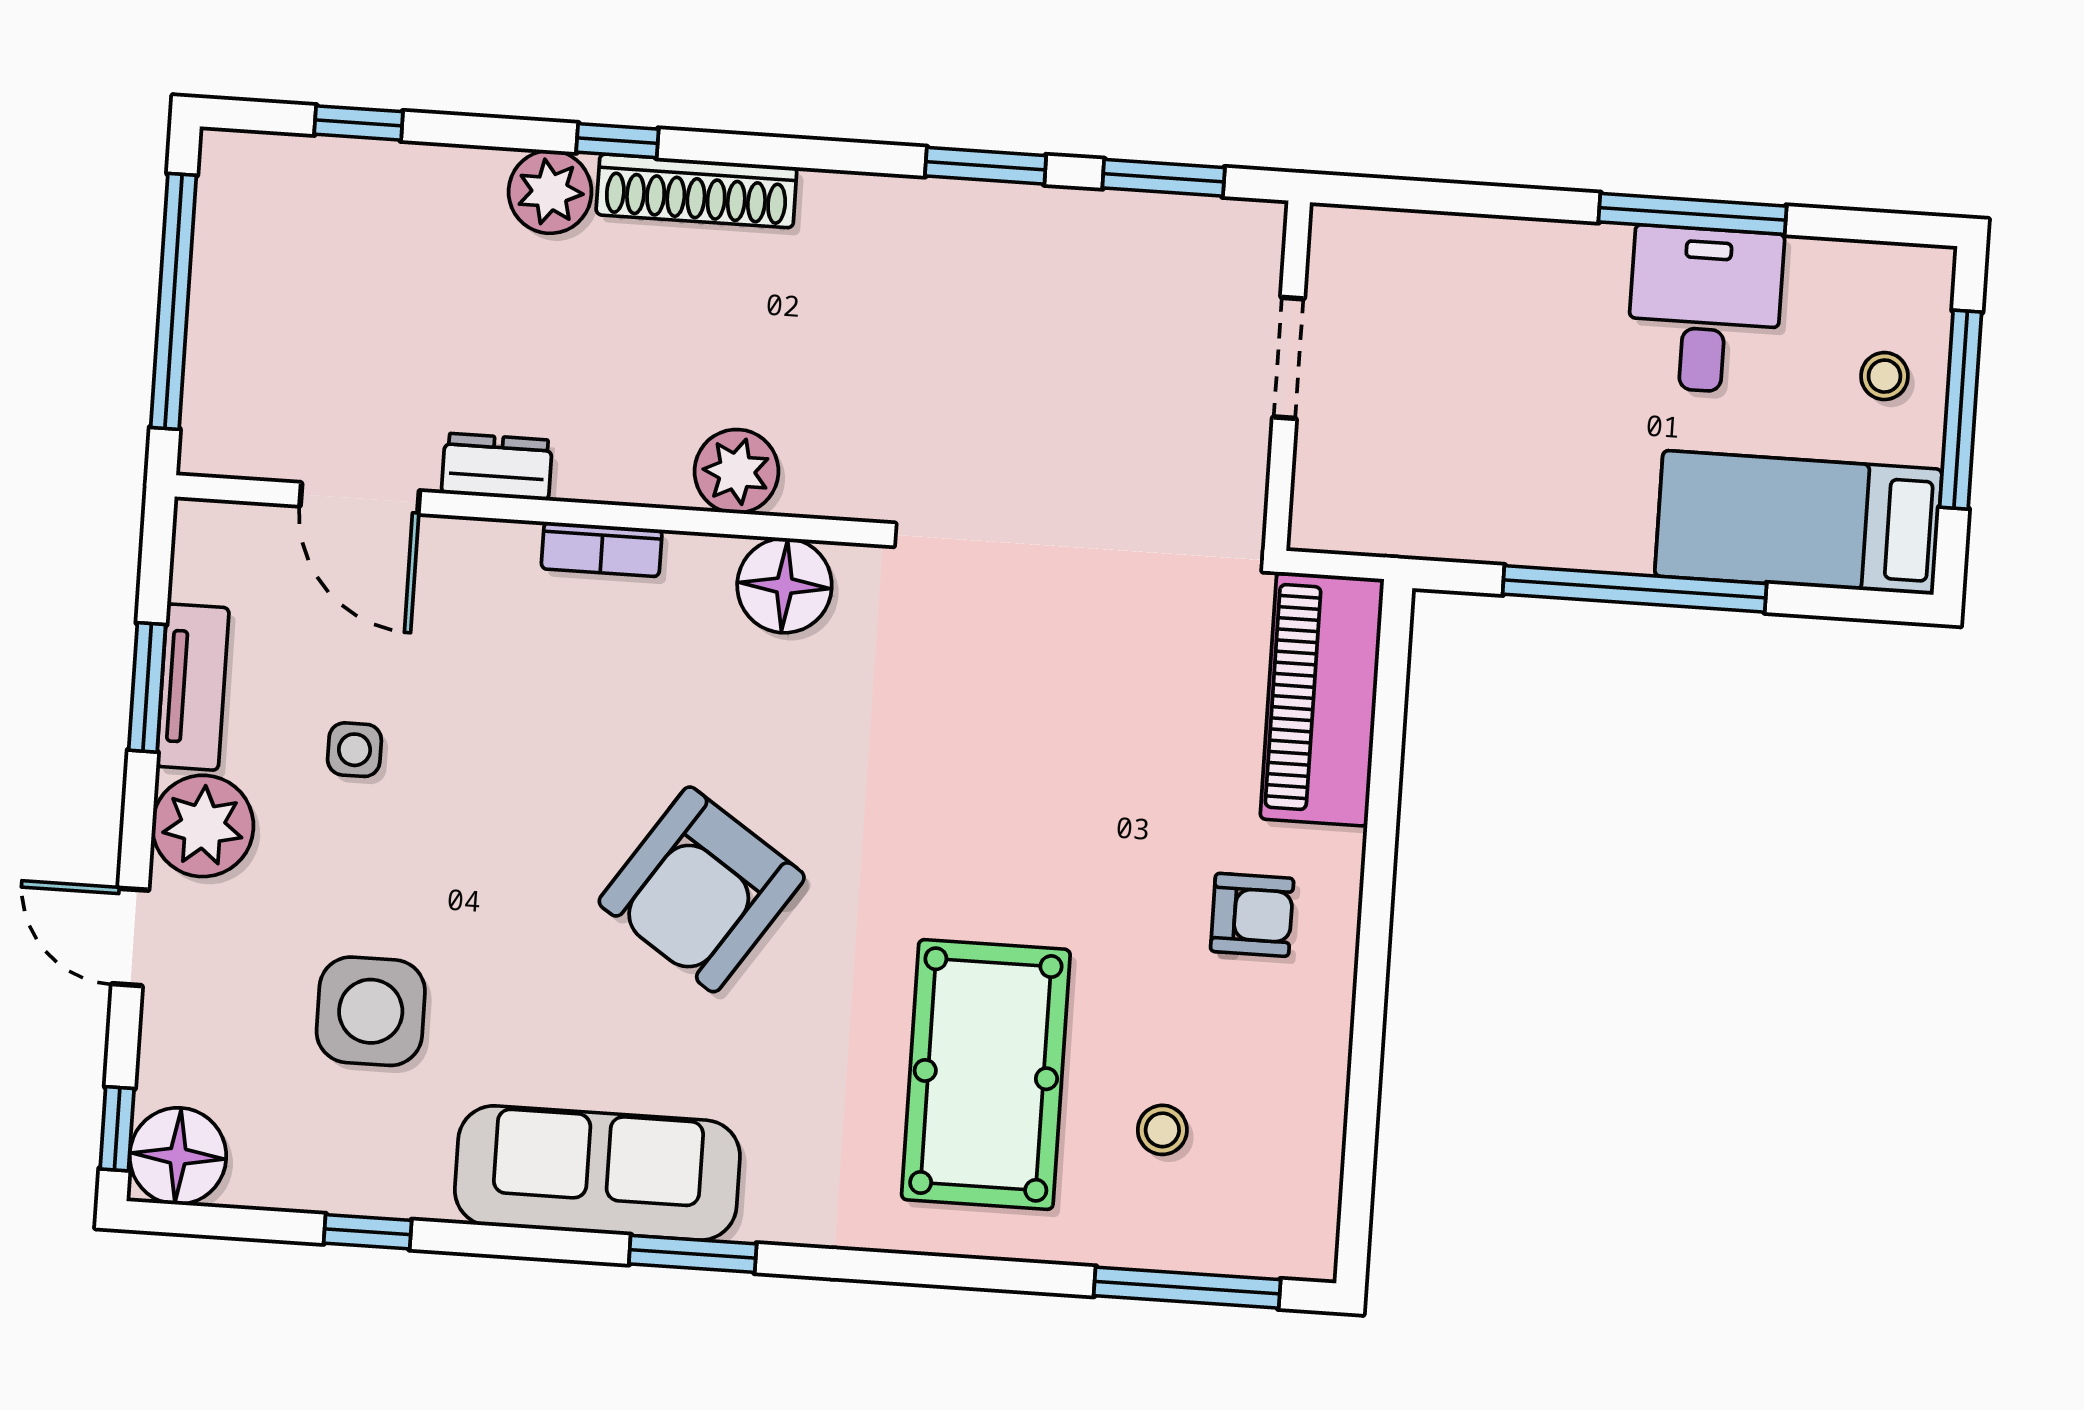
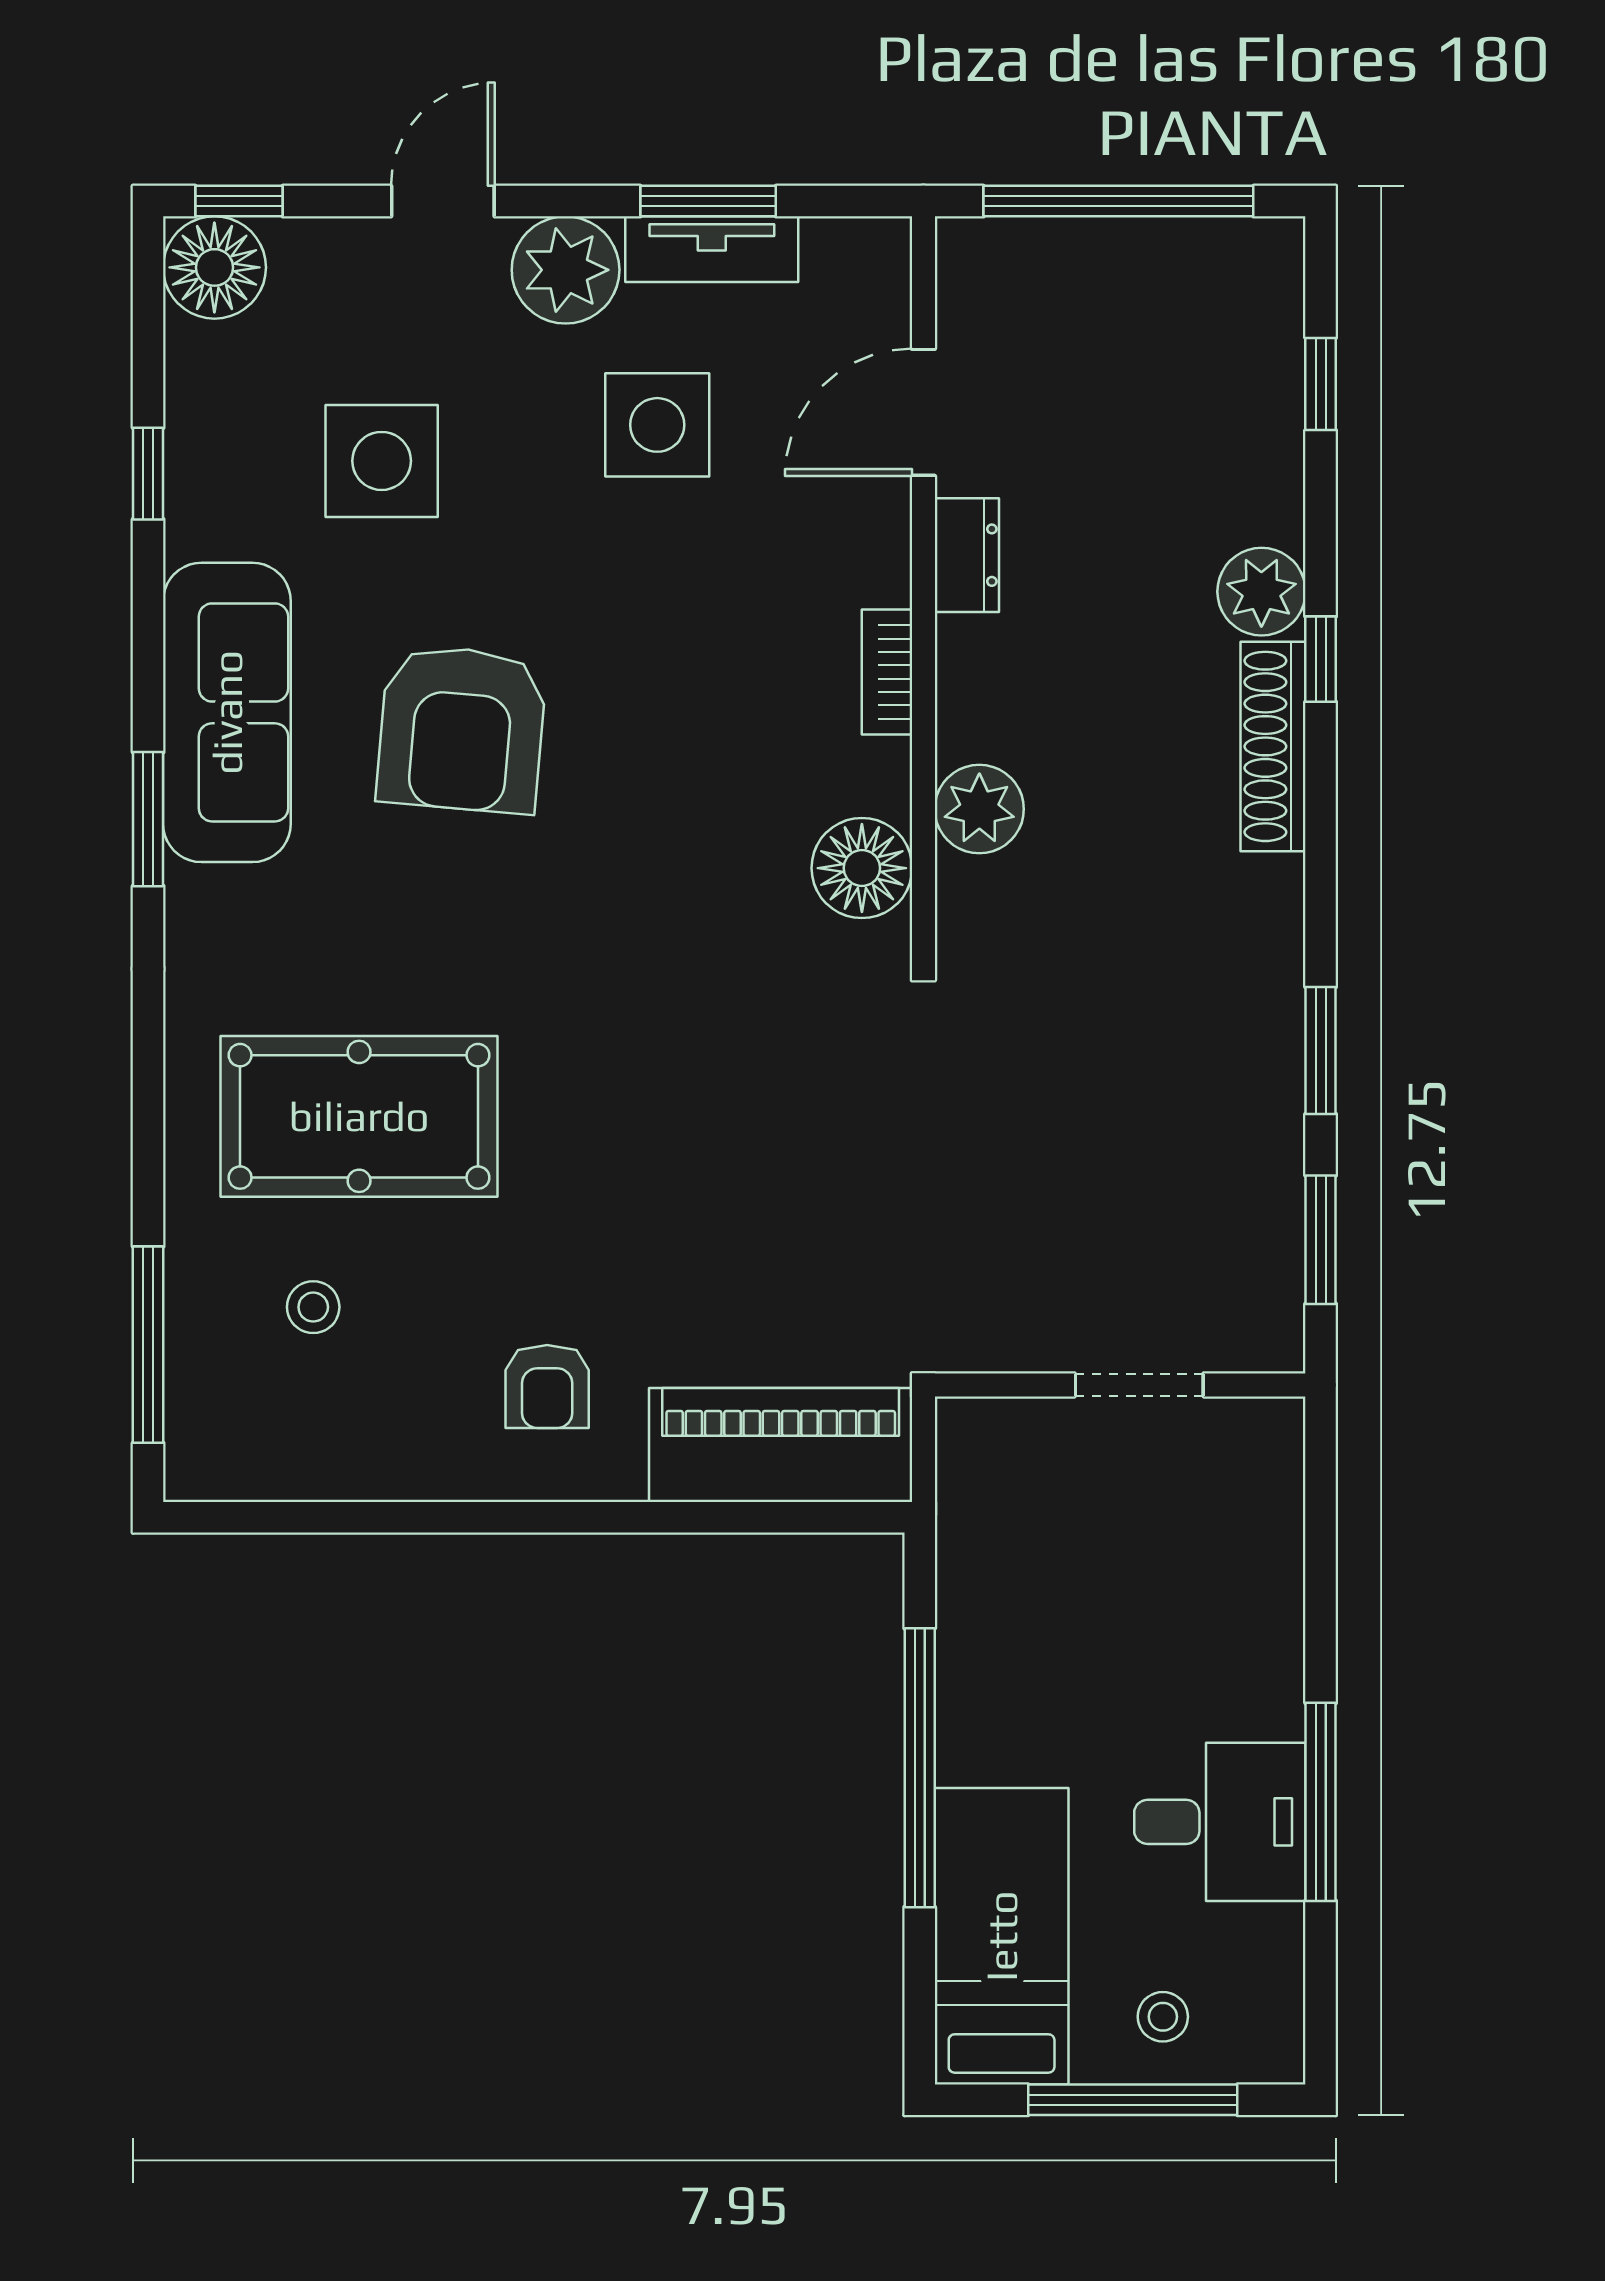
side table: (354, 750) -> (657, 425), width x1.87, depth x1.87
armchair: (702, 889) -> (461, 729), moved, turned -119

